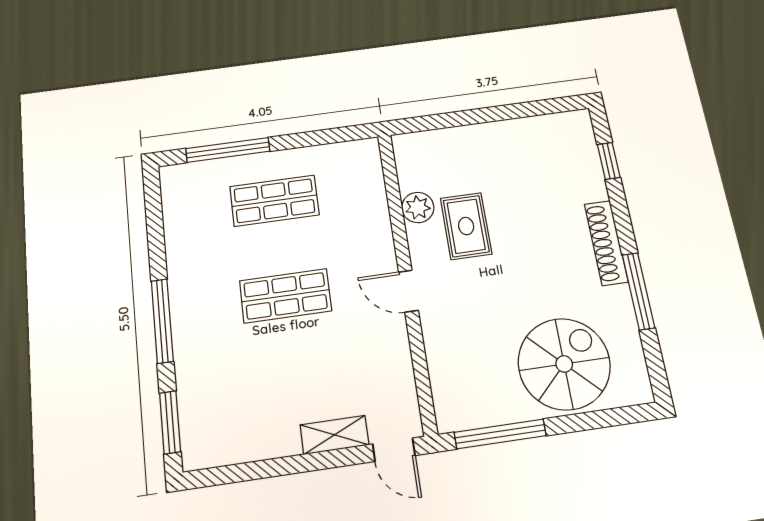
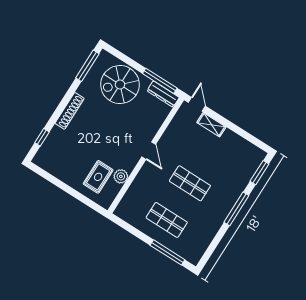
rug: (466, 226) -> (98, 177), moved
window: (638, 291) -> (87, 66), moved
dresser: (472, 414) -> (163, 94), added

